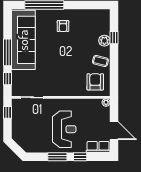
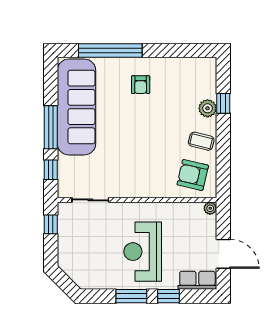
armchair: (95, 82) -> (193, 175), turned -77
reception desk: (64, 129) -> (143, 252), turned 180

